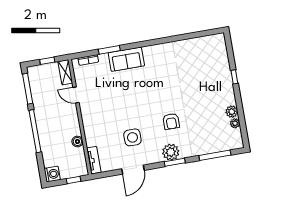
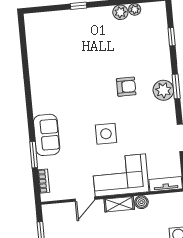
shelving: (65, 72) -> (119, 204), moved
corner sofa: (98, 122) -> (120, 175), added
side table: (132, 137) -> (106, 134), moved
window: (215, 155) -> (172, 37), width x0.46

